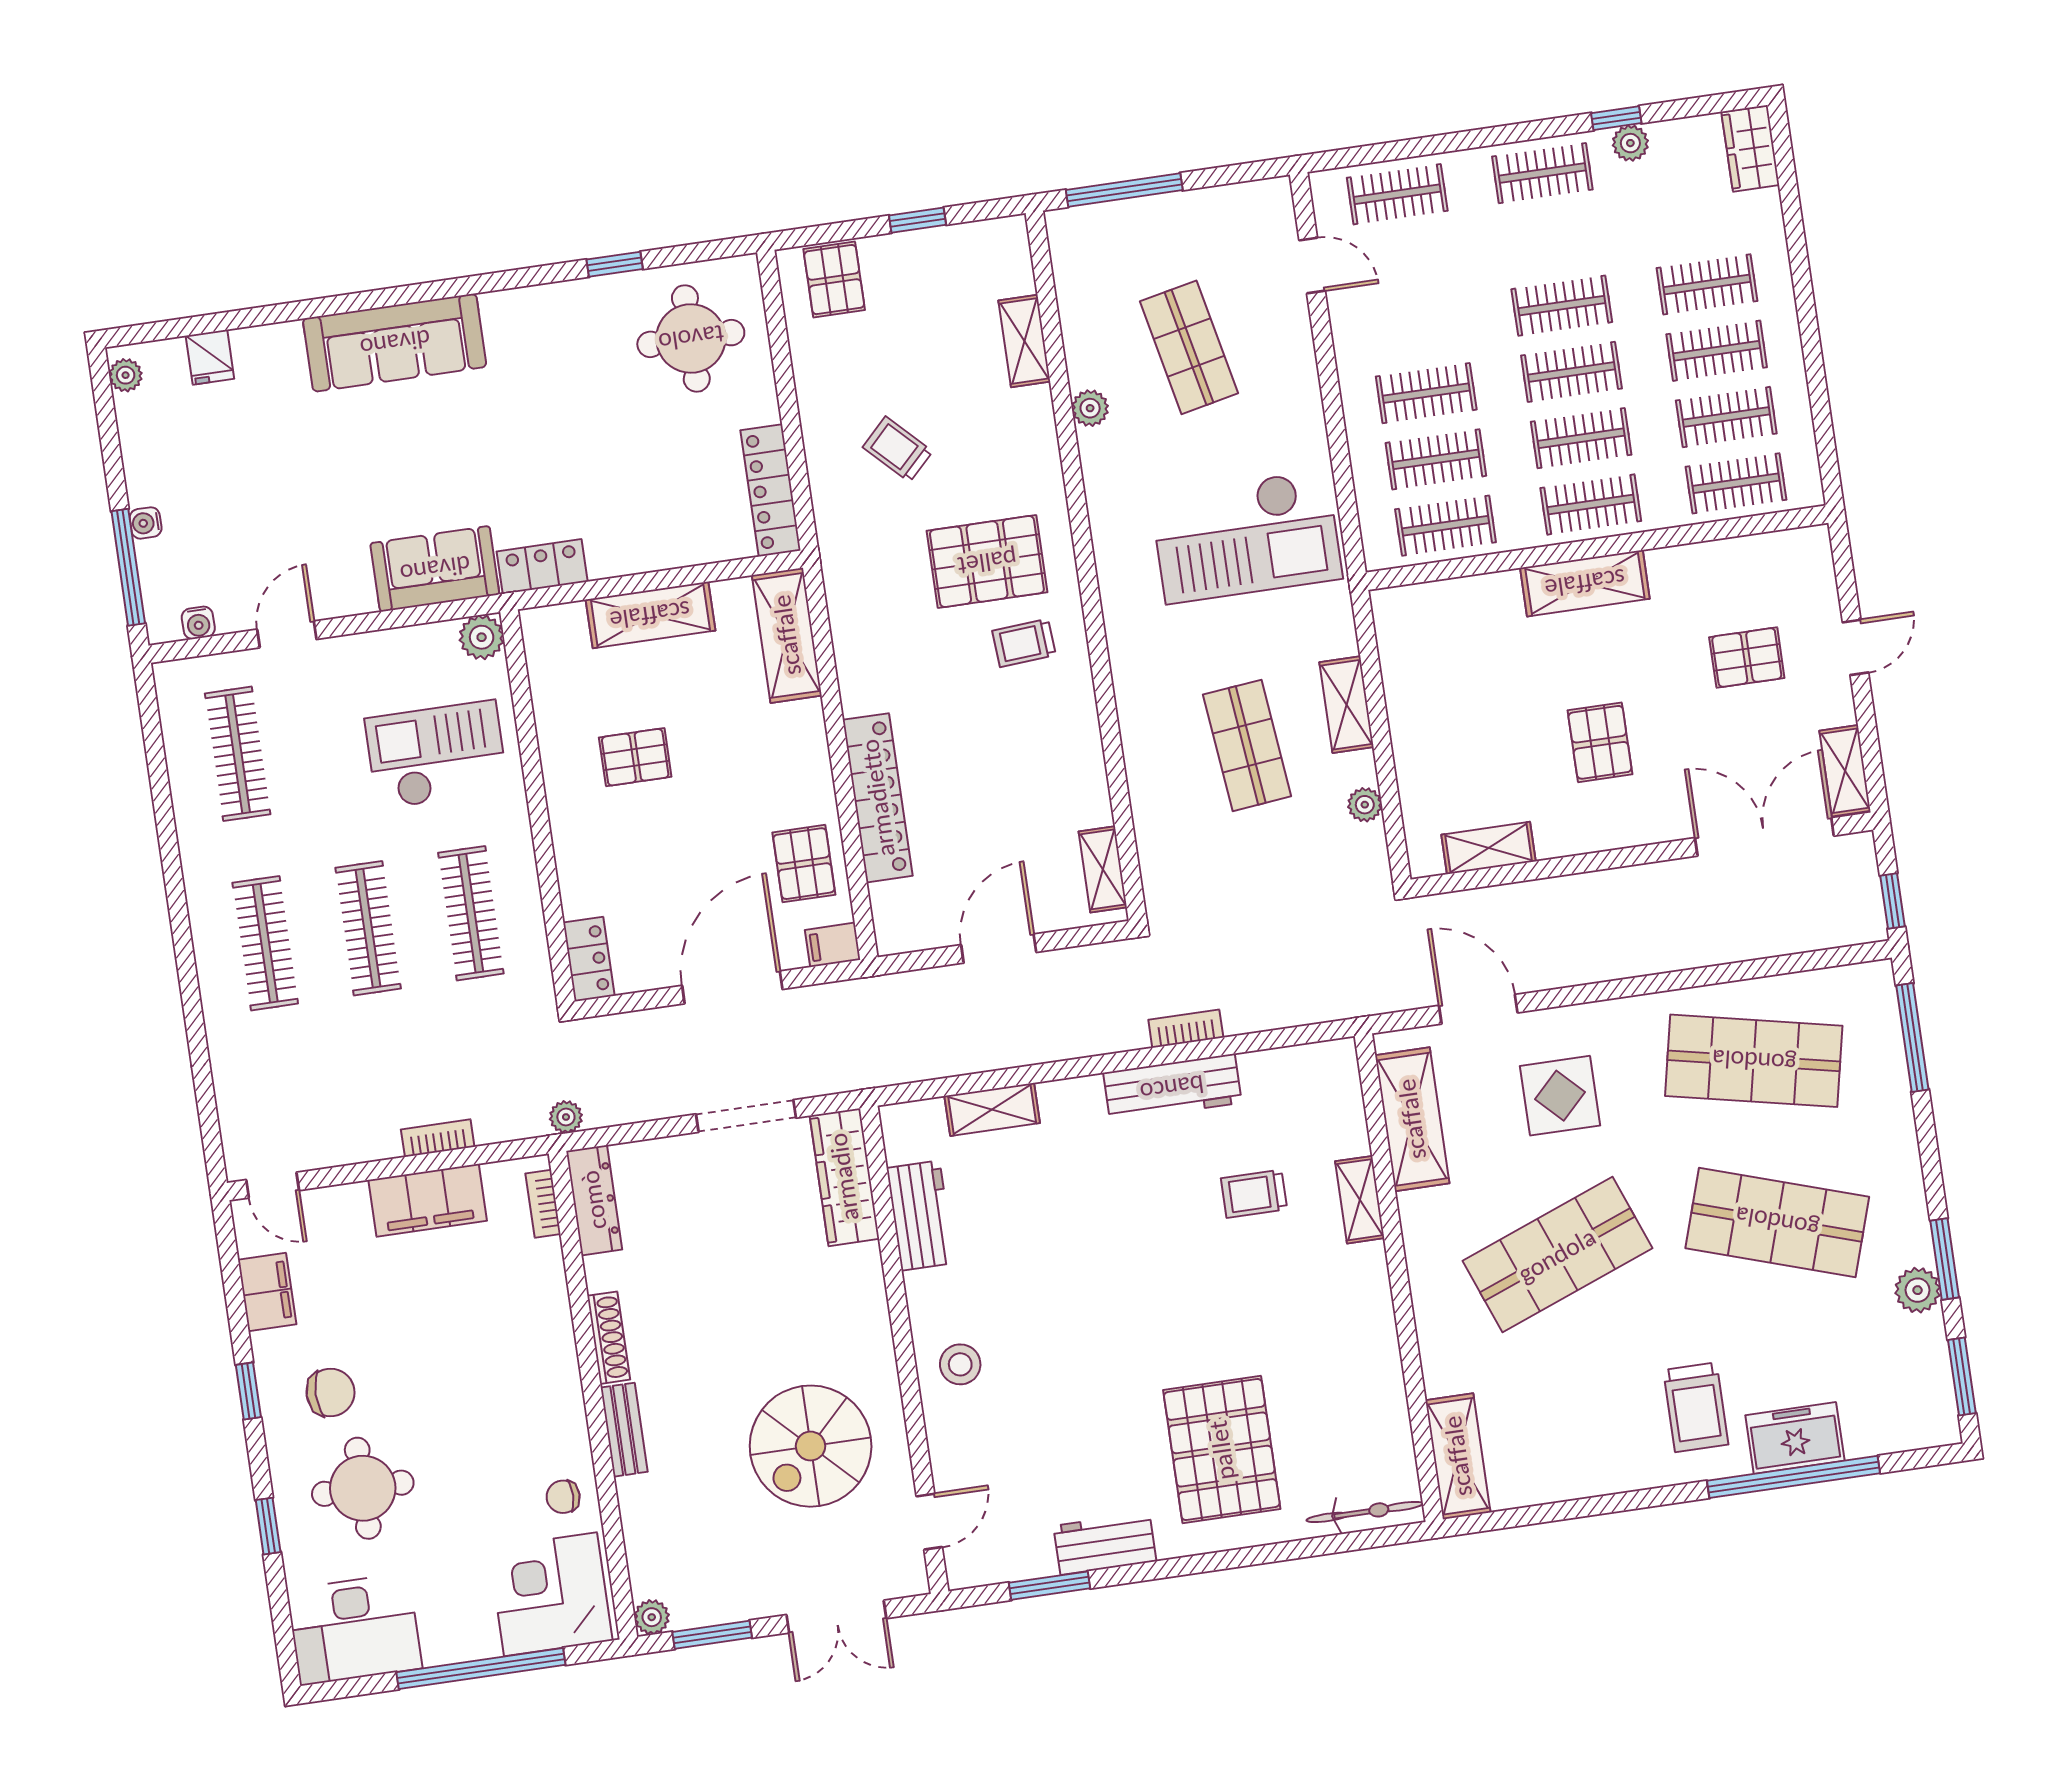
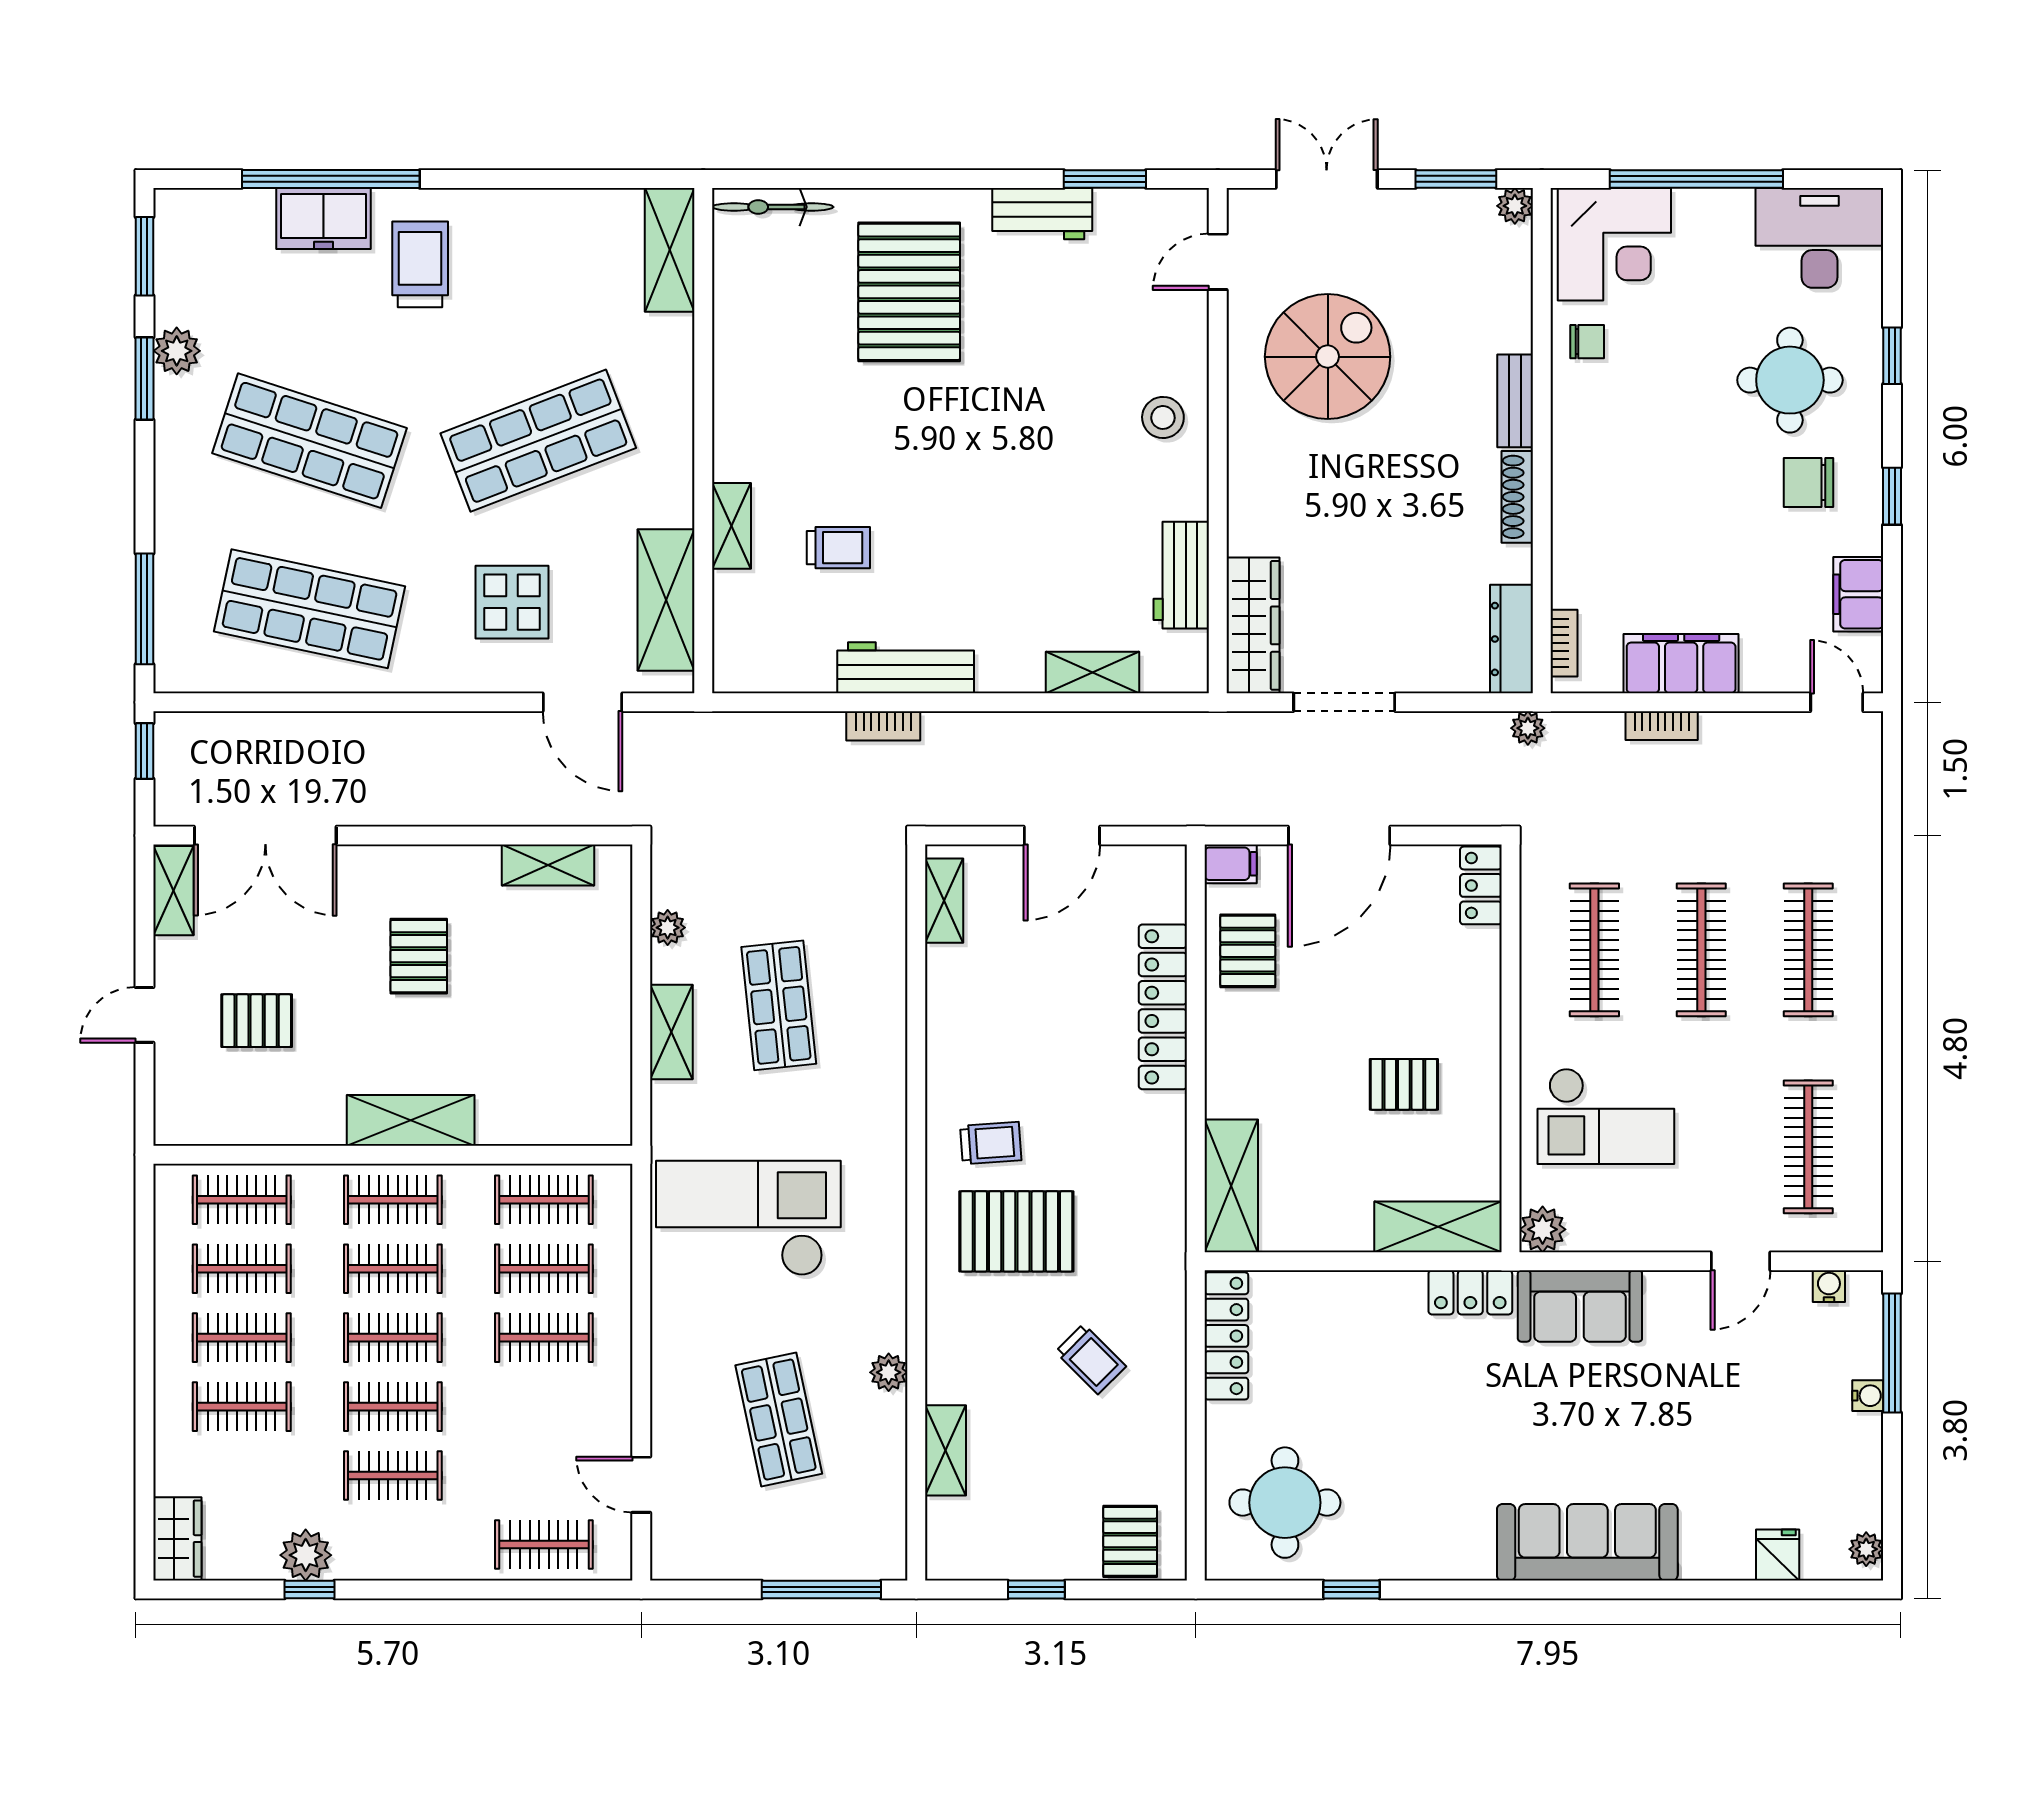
plant: (1630, 143) -> (306, 1555), width x1.38, depth x1.38
clothes rail: (1542, 173) -> (393, 1476), moved
shelving: (650, 615) -> (1438, 1227), moved

